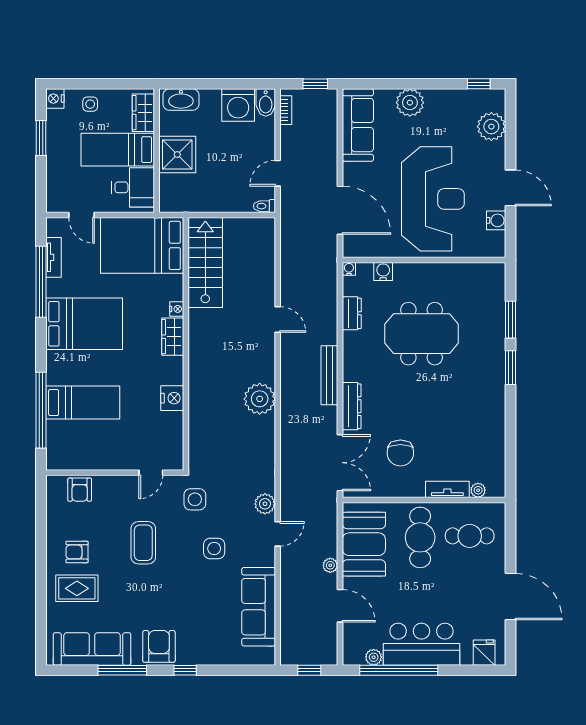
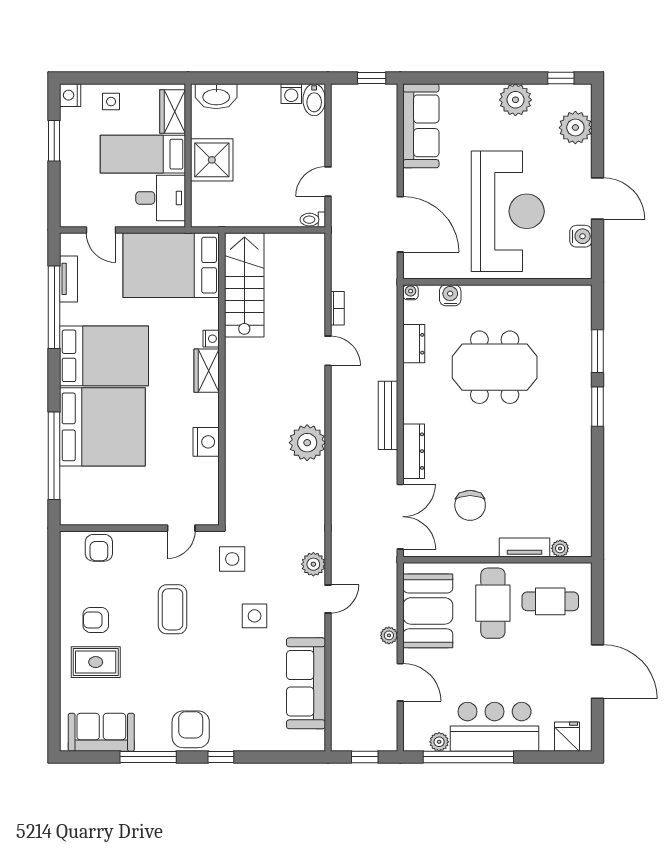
plant: (410, 103) -> (515, 100), moved
washing machine: (238, 105) -> (291, 94), width x0.53, depth x0.53
bookcase: (286, 110) -> (337, 308), moved
bed: (83, 403) -> (102, 427), width x2.04
sofa: (92, 649) -> (101, 732), width x0.73

